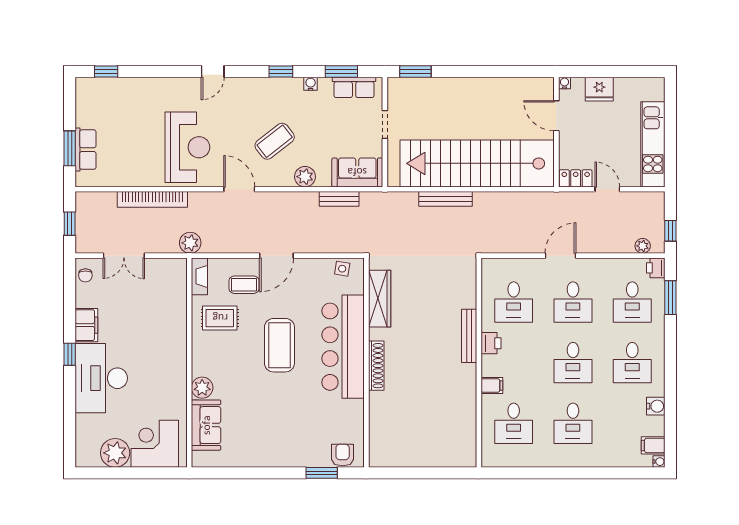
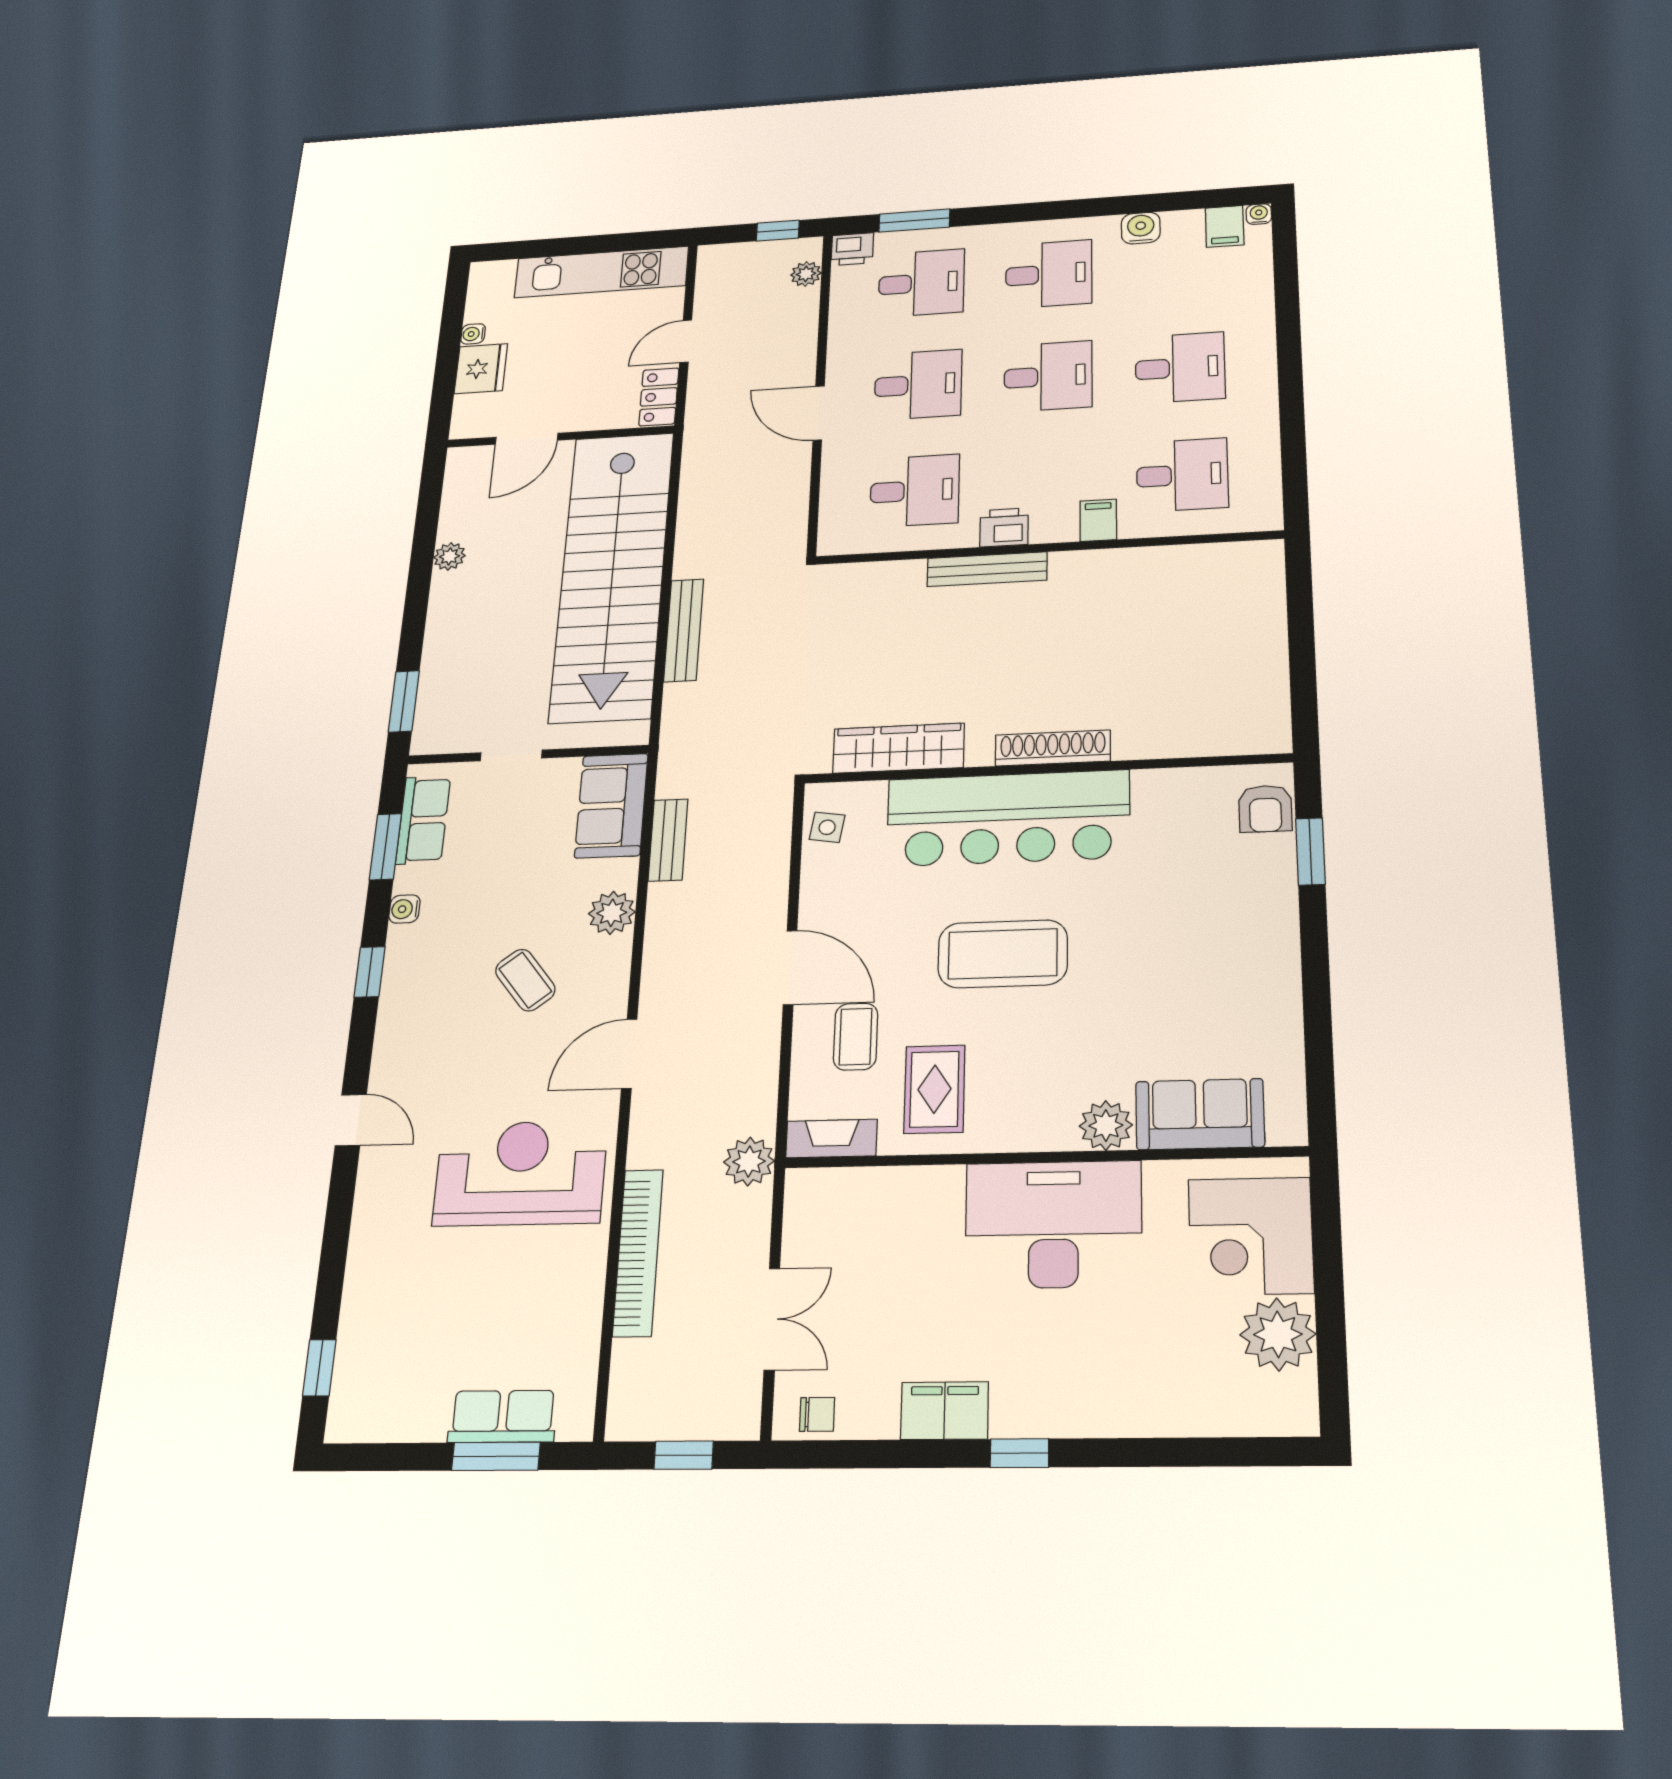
water cooler: (564, 83) -> (473, 334), moved
plant: (492, 85) -> (449, 556), added
coffee table: (275, 141) -> (525, 980), width x0.73, depth x0.77
desk: (101, 378) -> (1053, 1224), moved, turned 180
armchair: (343, 455) -> (1265, 809), turned -90

